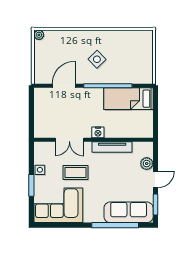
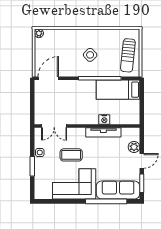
sun lounger: (140, 60) -> (128, 55), added
door: (64, 86) -> (48, 78), moved
nightstand: (98, 132) -> (104, 119), moved
double door: (69, 140) -> (54, 126), moved
corner sofa: (58, 205) -> (74, 184), moved

